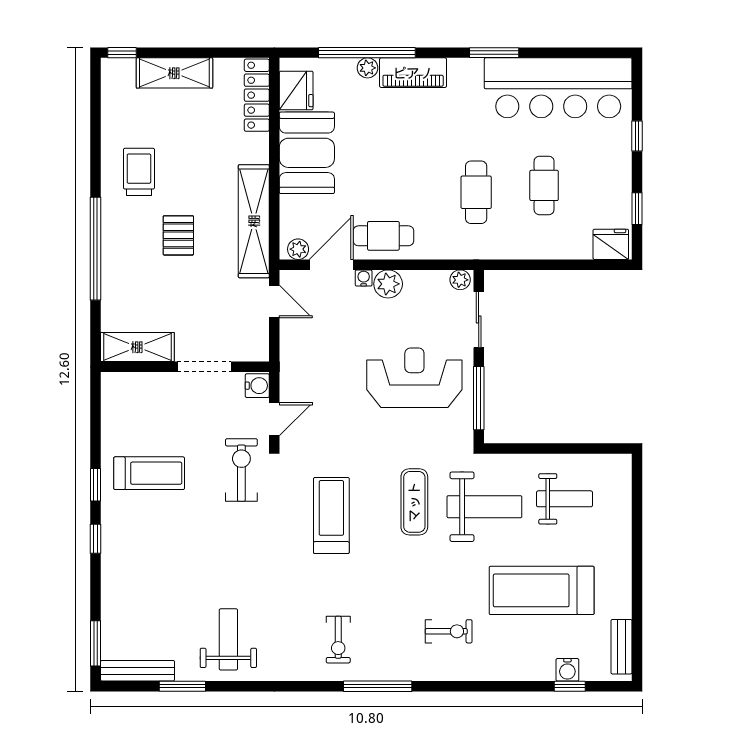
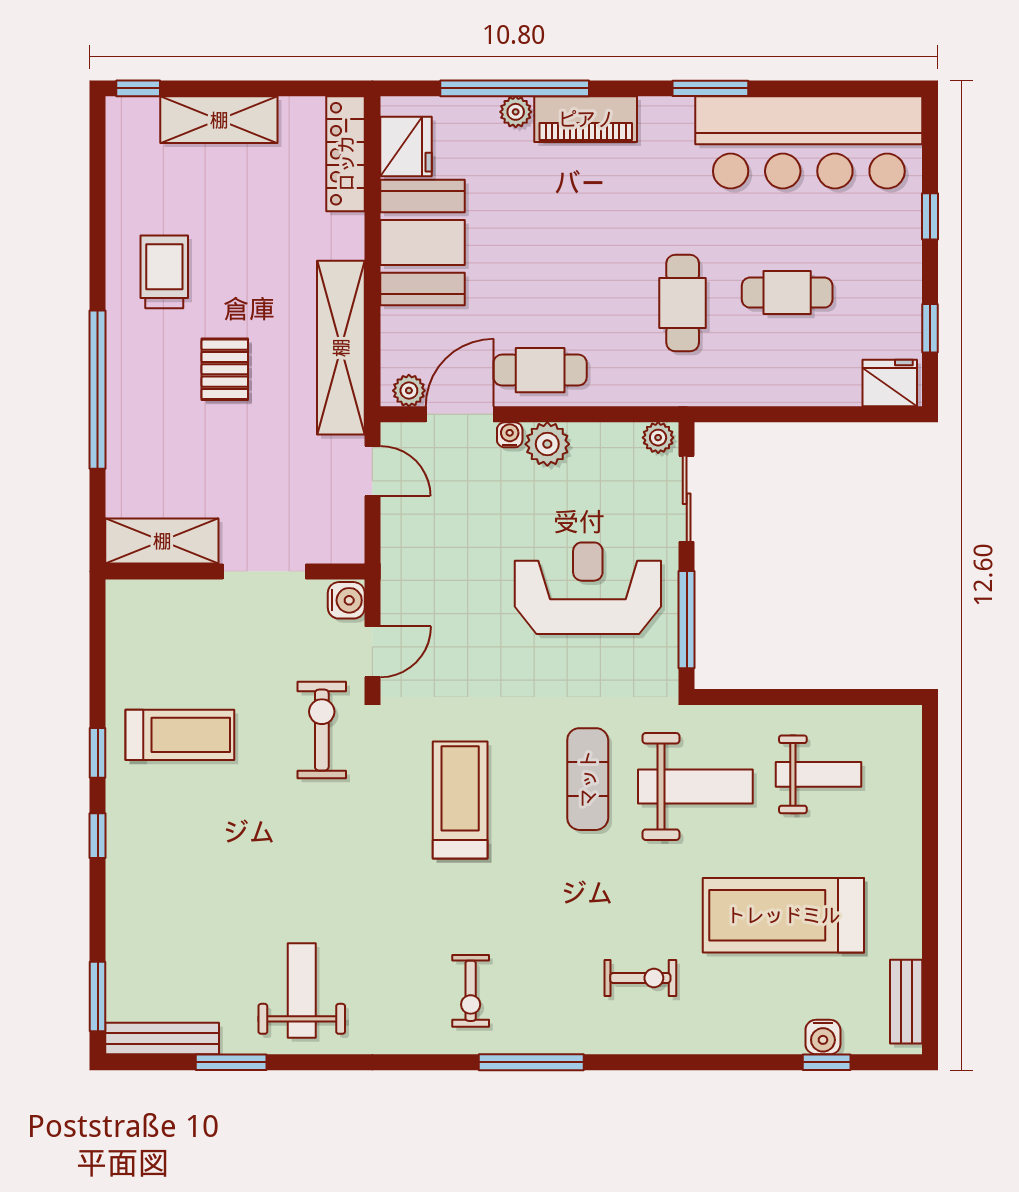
cafe table: (544, 185) -> (787, 293), turned 90

